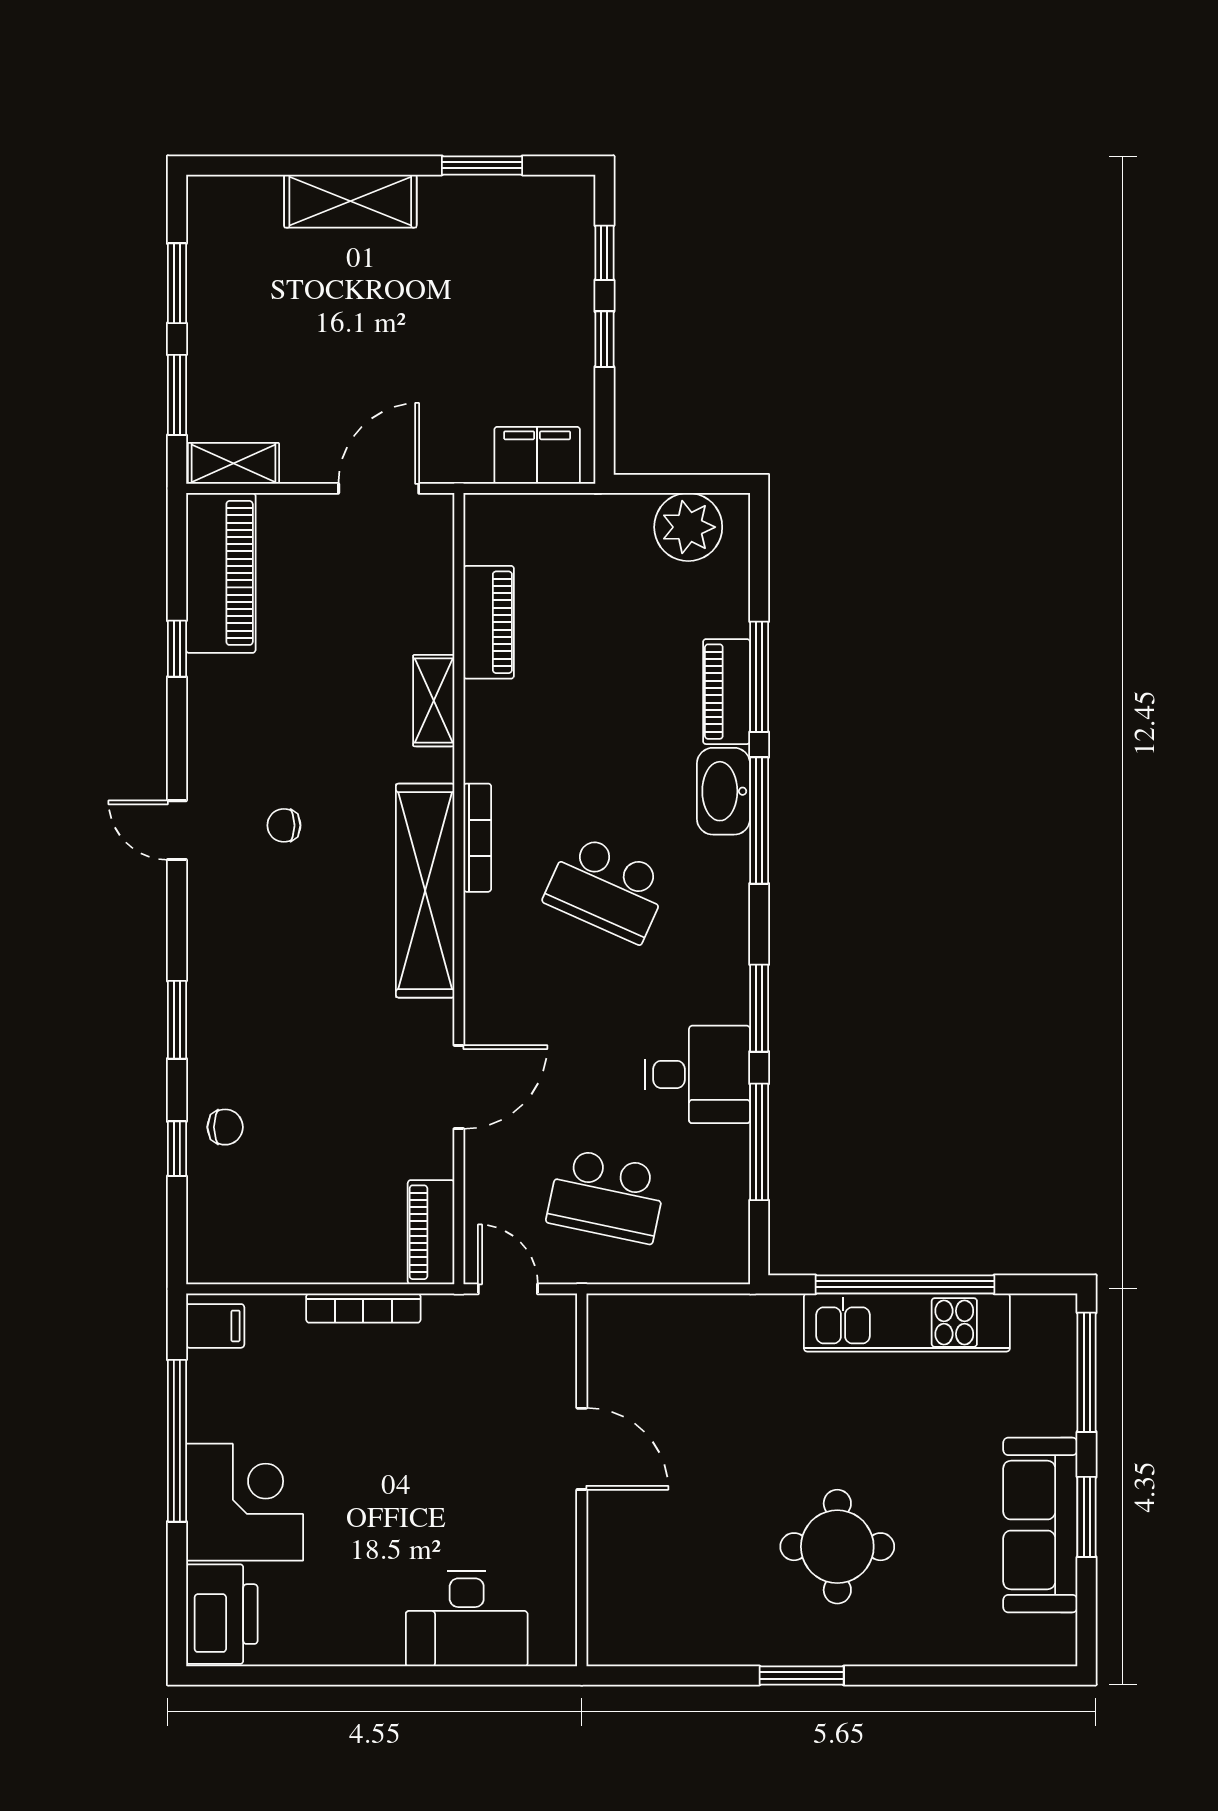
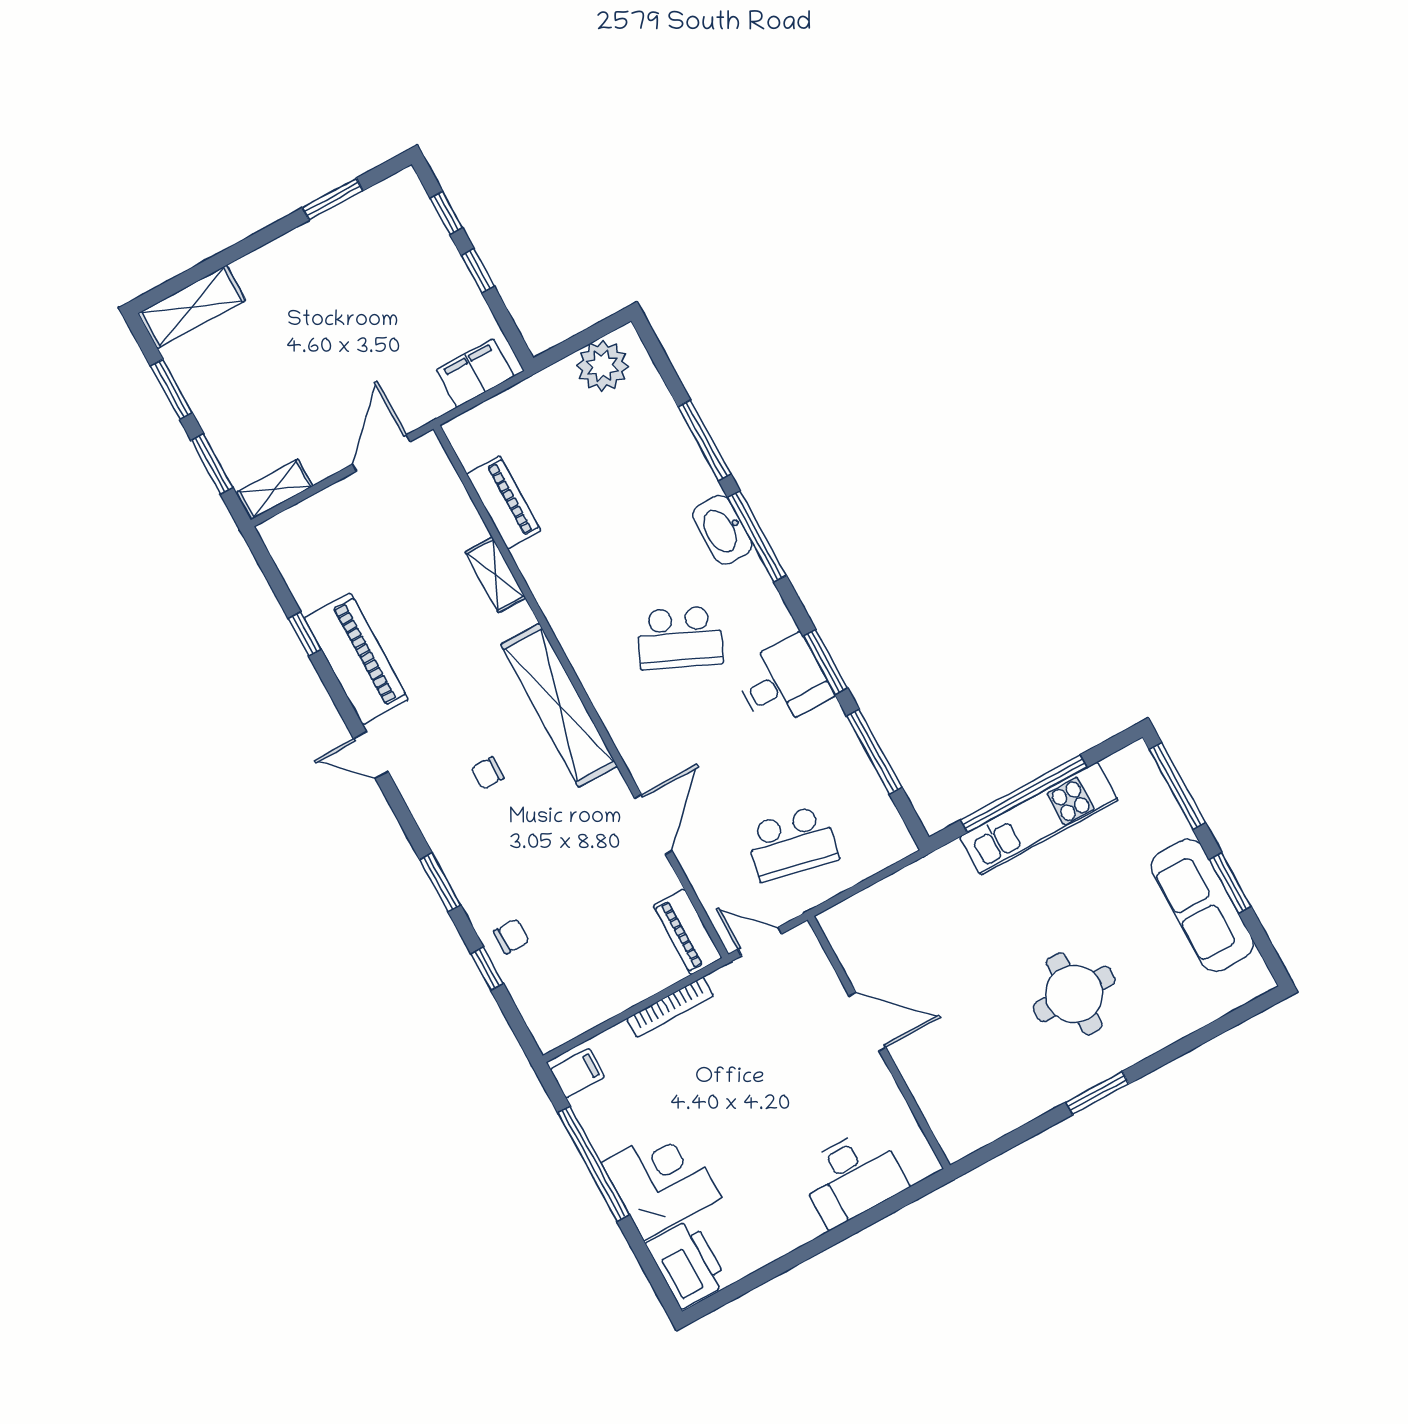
shelving: (350, 201) -> (192, 307), moved
piano: (221, 573) -> (356, 659), moved
piano: (727, 692) -> (688, 462), removed
chair: (284, 825) -> (487, 773), moved
bookcase: (477, 838) -> (575, 651), removed
desk: (697, 1074) -> (783, 682), moved

